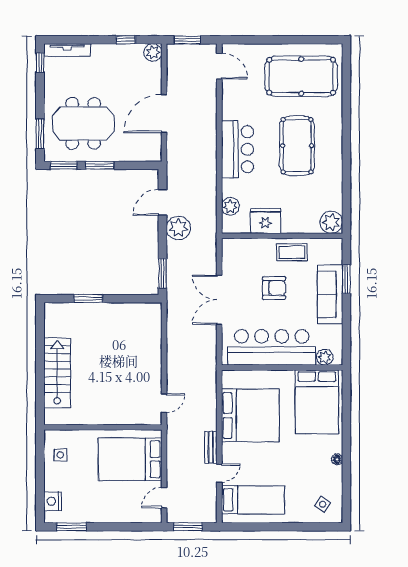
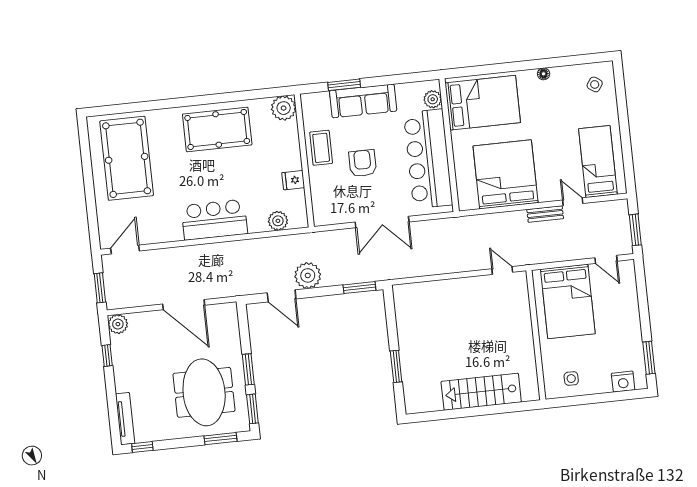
pool table: (297, 146) -> (217, 129), moved
fridge: (265, 221) -> (293, 180), width x0.53, depth x0.75

